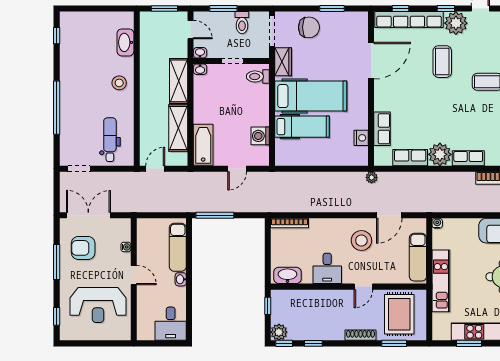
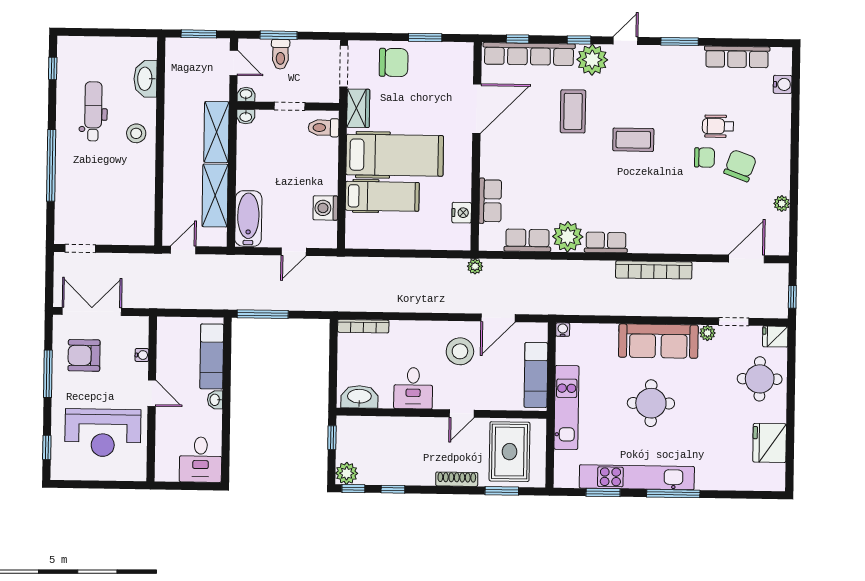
toilet: (242, 23) -> (280, 54), moved
dental chair: (110, 140) -> (93, 111), moved

